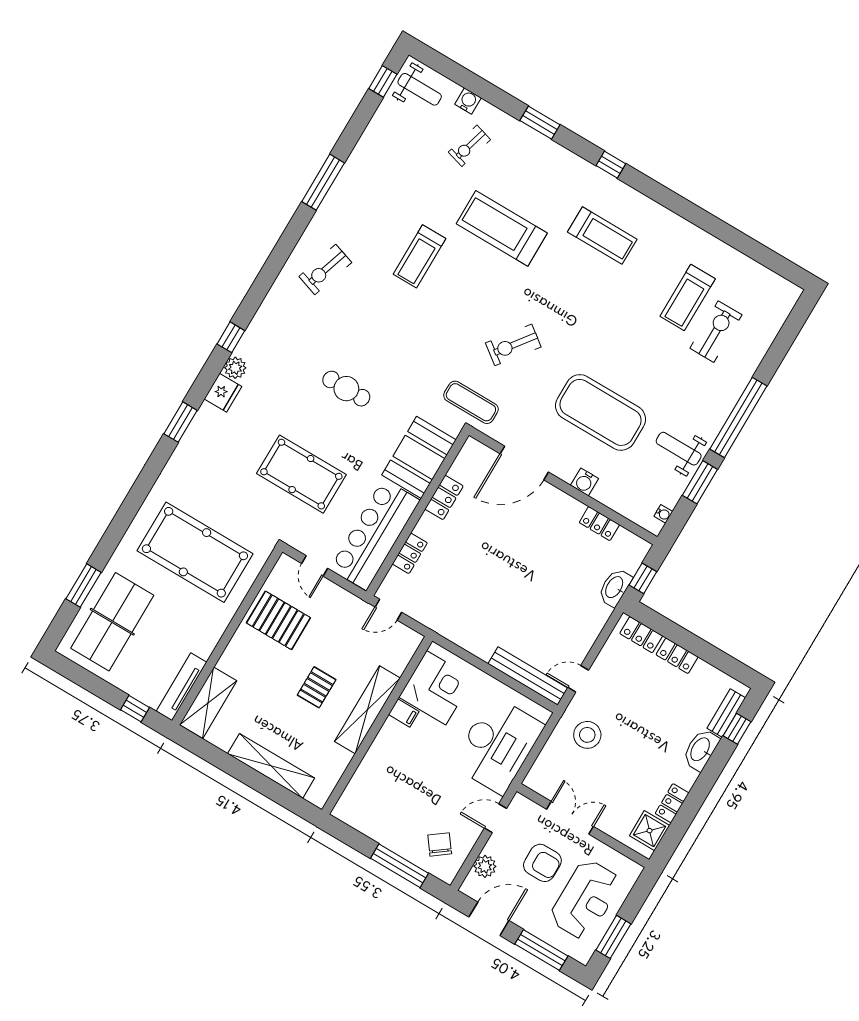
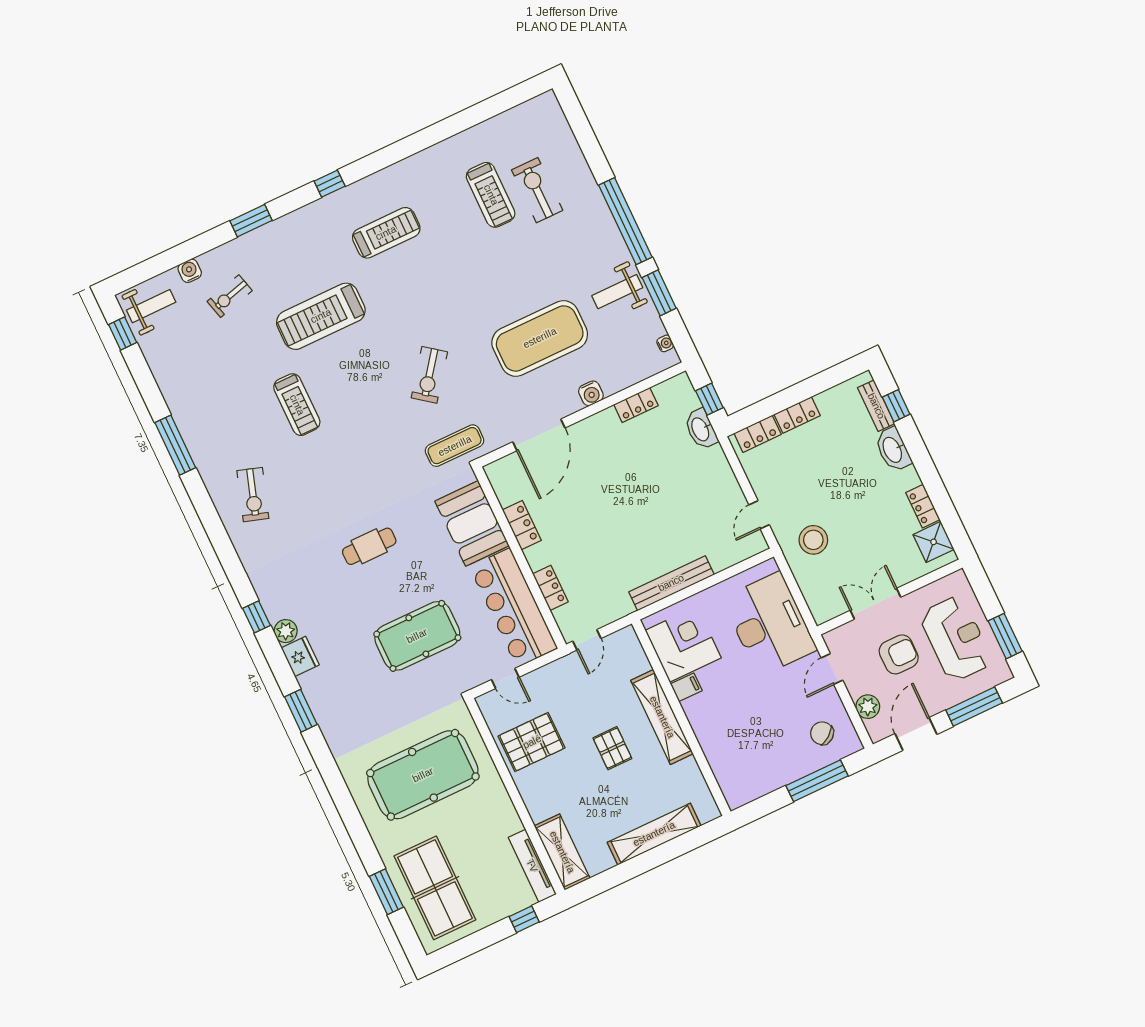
exercise bike: (469, 146) -> (230, 296), turned 59
bench: (528, 676) -> (671, 583), moved

